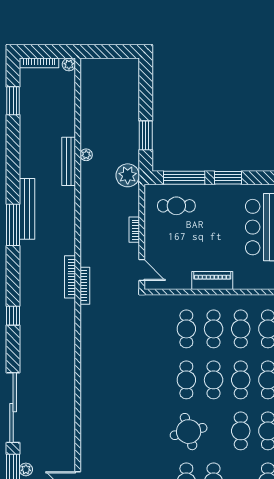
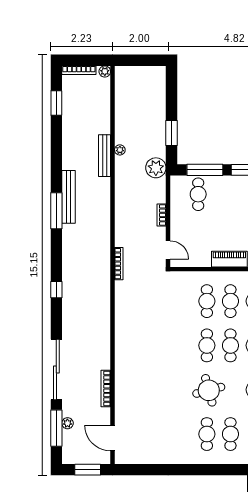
cafe table: (176, 206) -> (198, 194), turned 90
bookcase: (70, 277) -> (106, 388), moved

